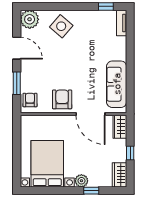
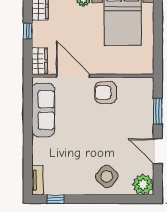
armchair: (62, 99) -> (106, 93), turned 90
armchair: (30, 100) -> (143, 92), removed

